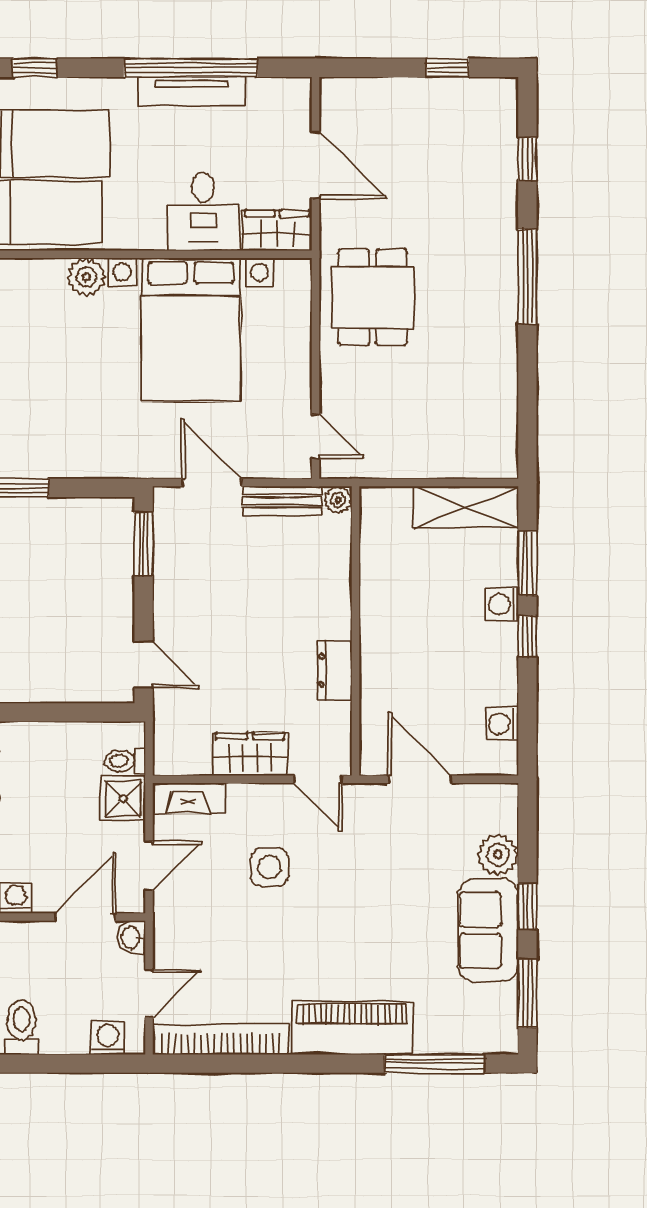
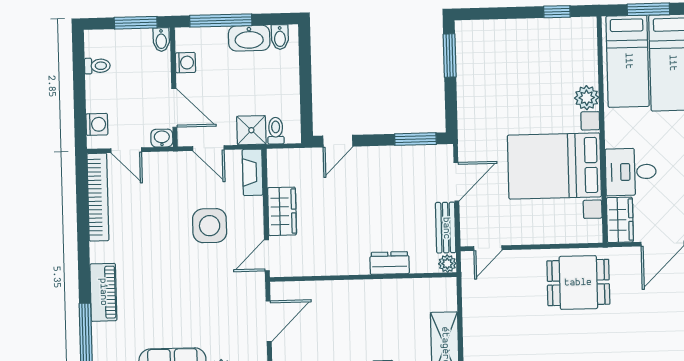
dresser: (335, 670) -> (390, 263), moved
side table: (269, 867) -> (210, 226), width x1.37, depth x1.37
toilet: (21, 1027) -> (97, 66), width x0.73, depth x0.72
piano: (352, 1028) -> (103, 292), width x0.73, depth x0.75

